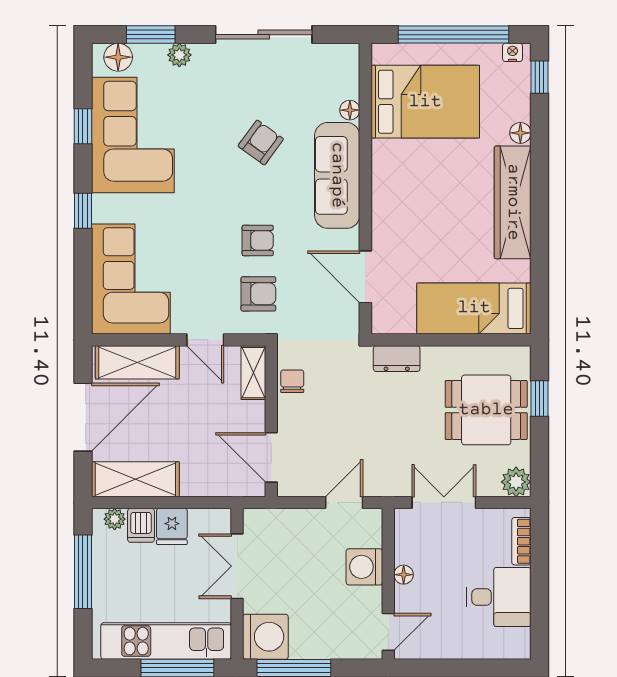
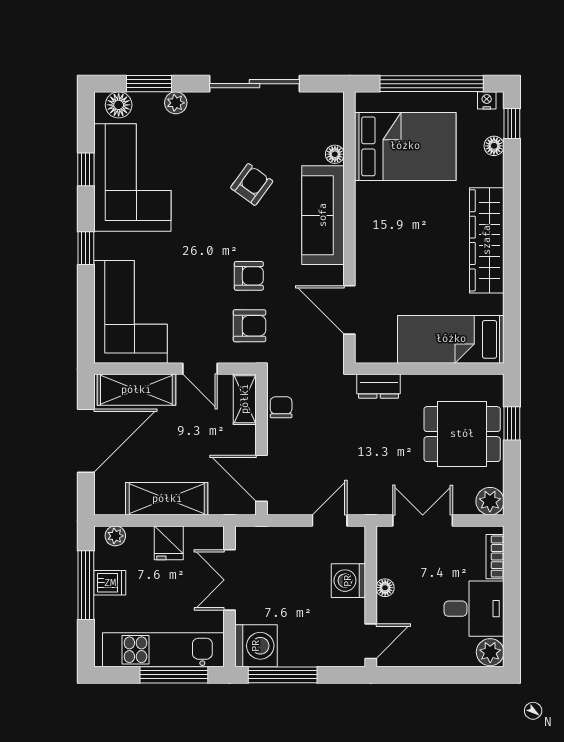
floor lamp: (520, 133) -> (494, 146), moved
shelving: (135, 479) -> (167, 499), moved
dishwasher: (141, 525) -> (110, 583), moved, turned -90
plant: (516, 644) -> (490, 652), added

